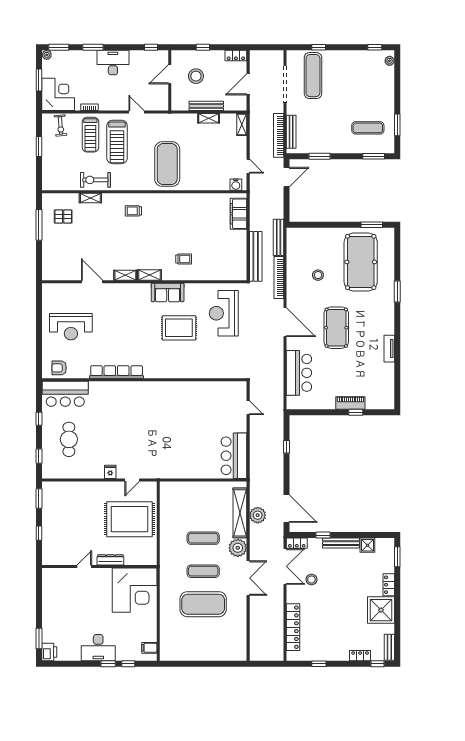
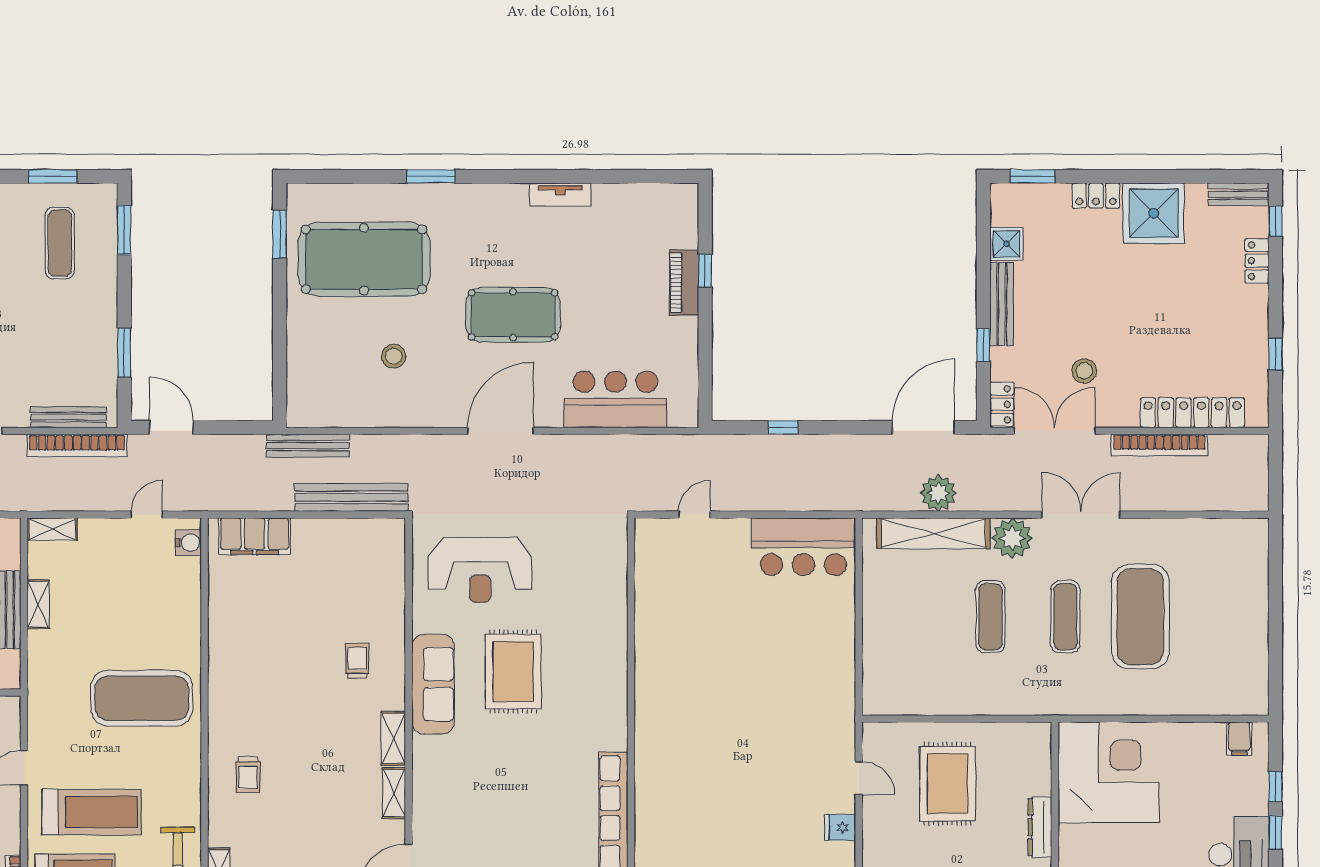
bookcase: (279, 278) -> (1159, 445), moved
sofa: (168, 292) -> (433, 684), width x1.36
rug: (130, 519) -> (947, 784), width x0.73, depth x0.69

